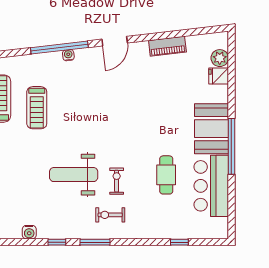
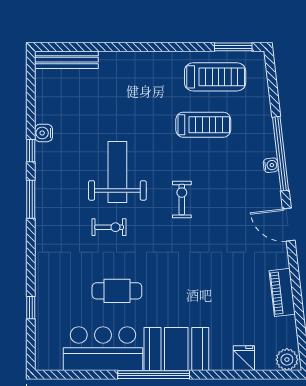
plant: (220, 58) -> (287, 360), moved
treadmill: (37, 108) -> (203, 125), turned 180
exercise bike: (110, 215) -> (182, 200), moved
water cooler: (29, 232) -> (44, 133), moved

